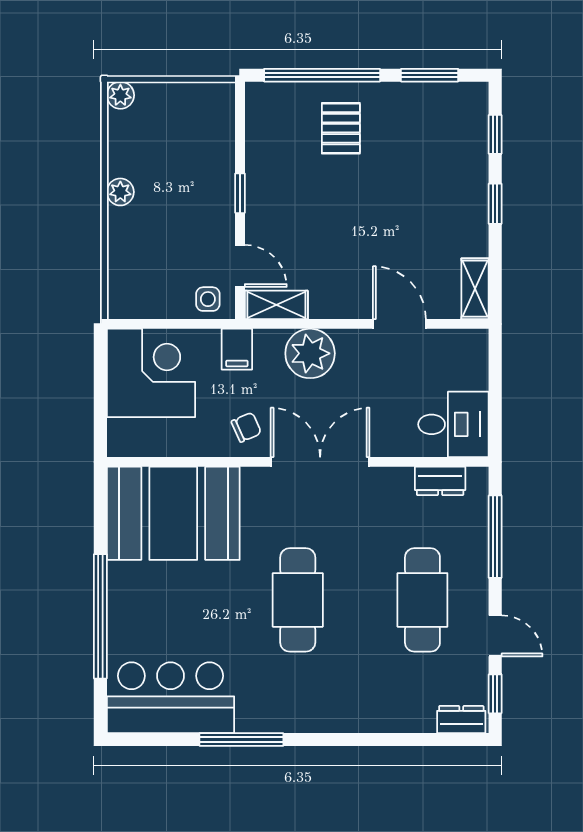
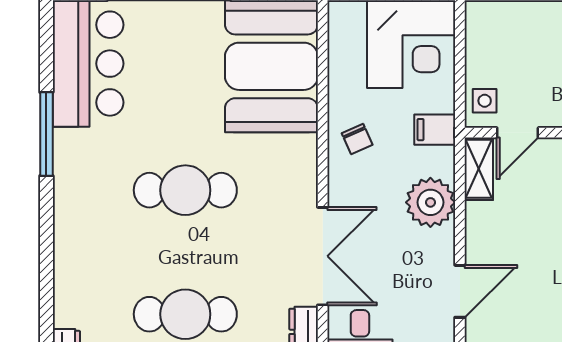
double door: (320, 462) -> (323, 256), moved

